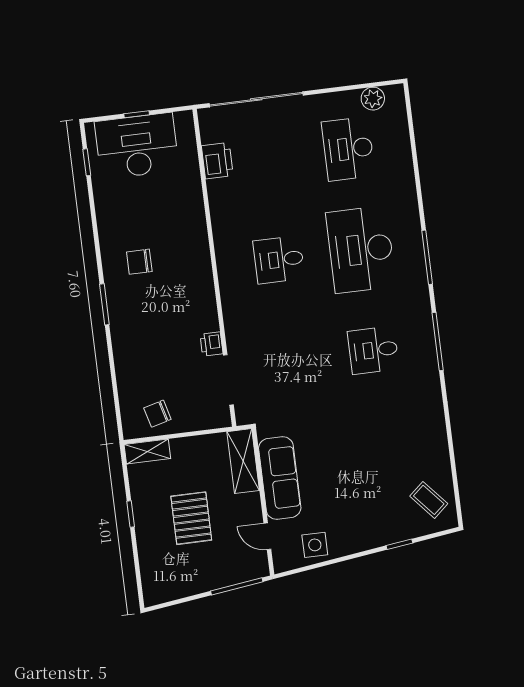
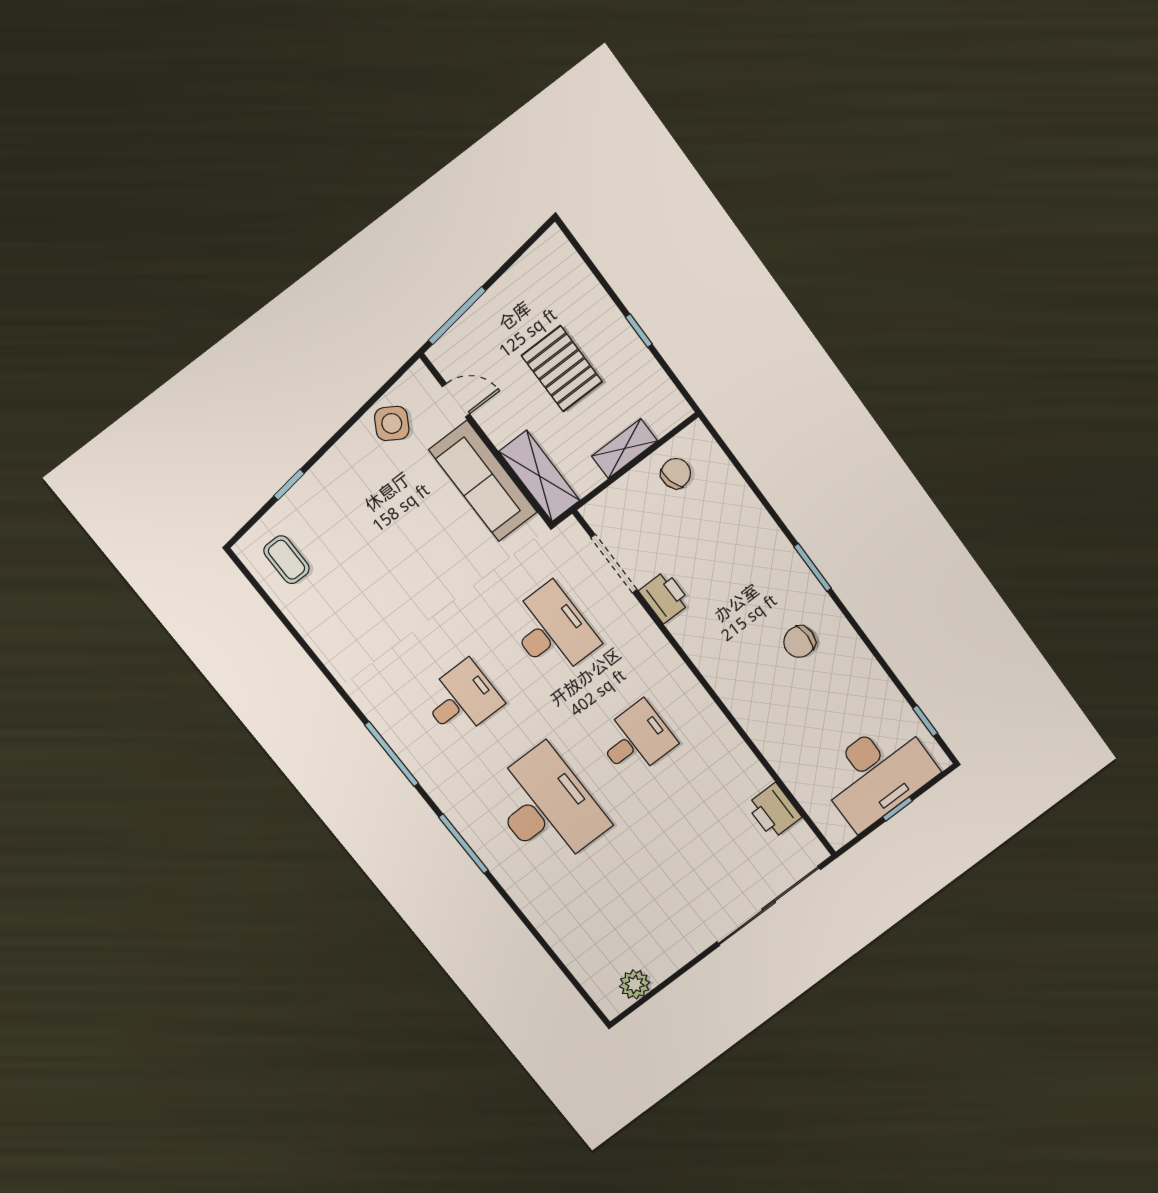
desk: (348, 149) -> (552, 631), moved
chair: (139, 262) -> (799, 642), turned 180
printer: (211, 344) -> (665, 597), width x1.36, depth x1.24
shelving: (147, 451) -> (625, 449), moved
coffee table: (429, 500) -> (287, 560), turned 41
side table: (315, 545) -> (392, 423), turned 31

